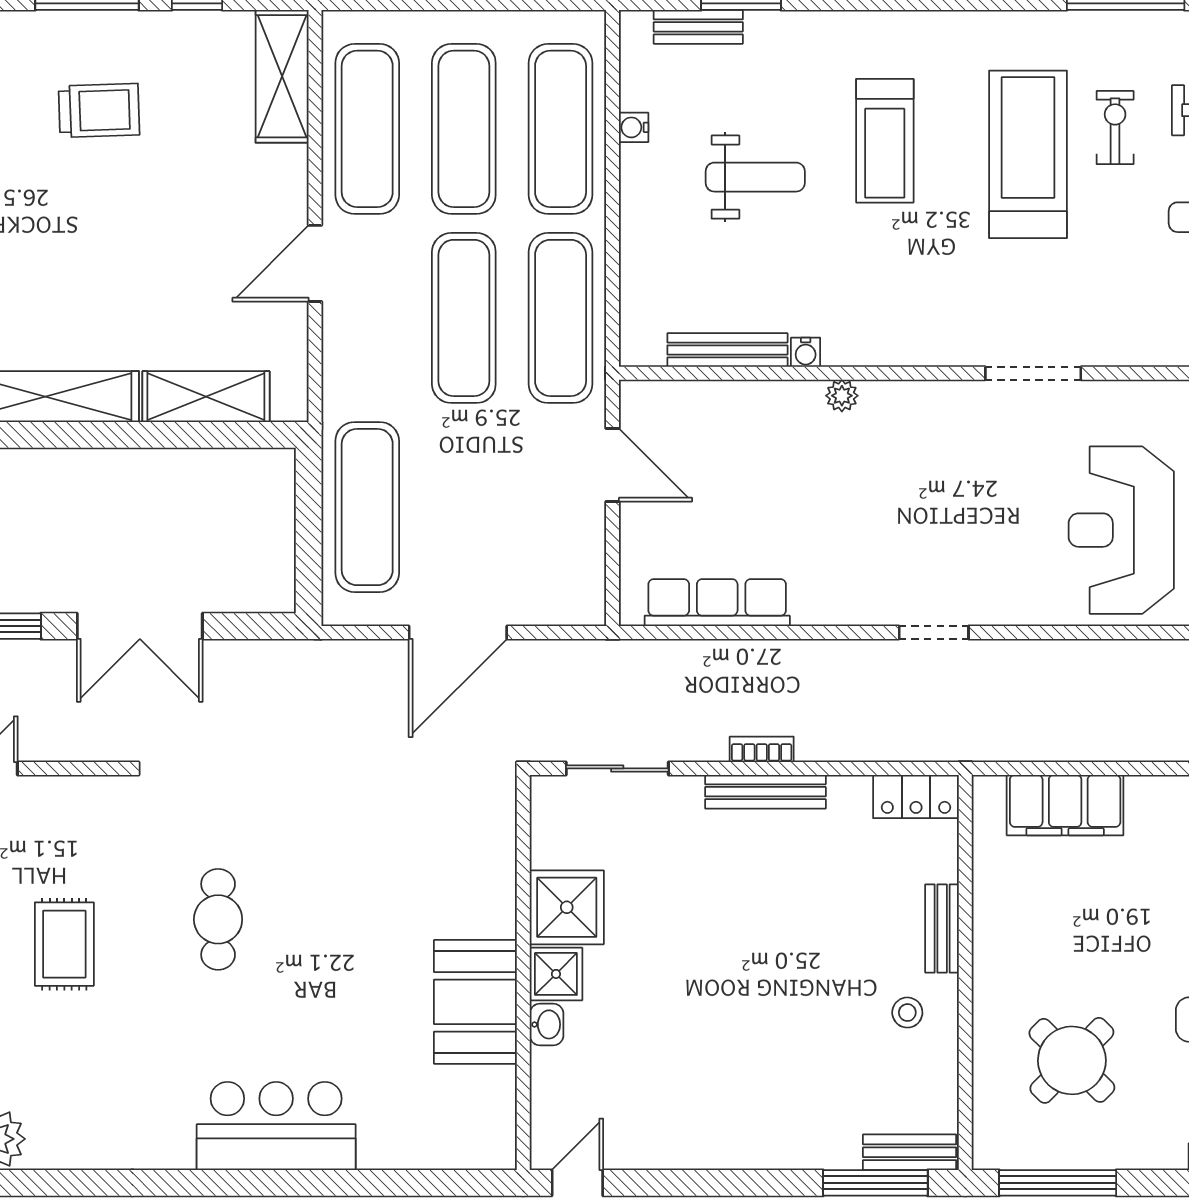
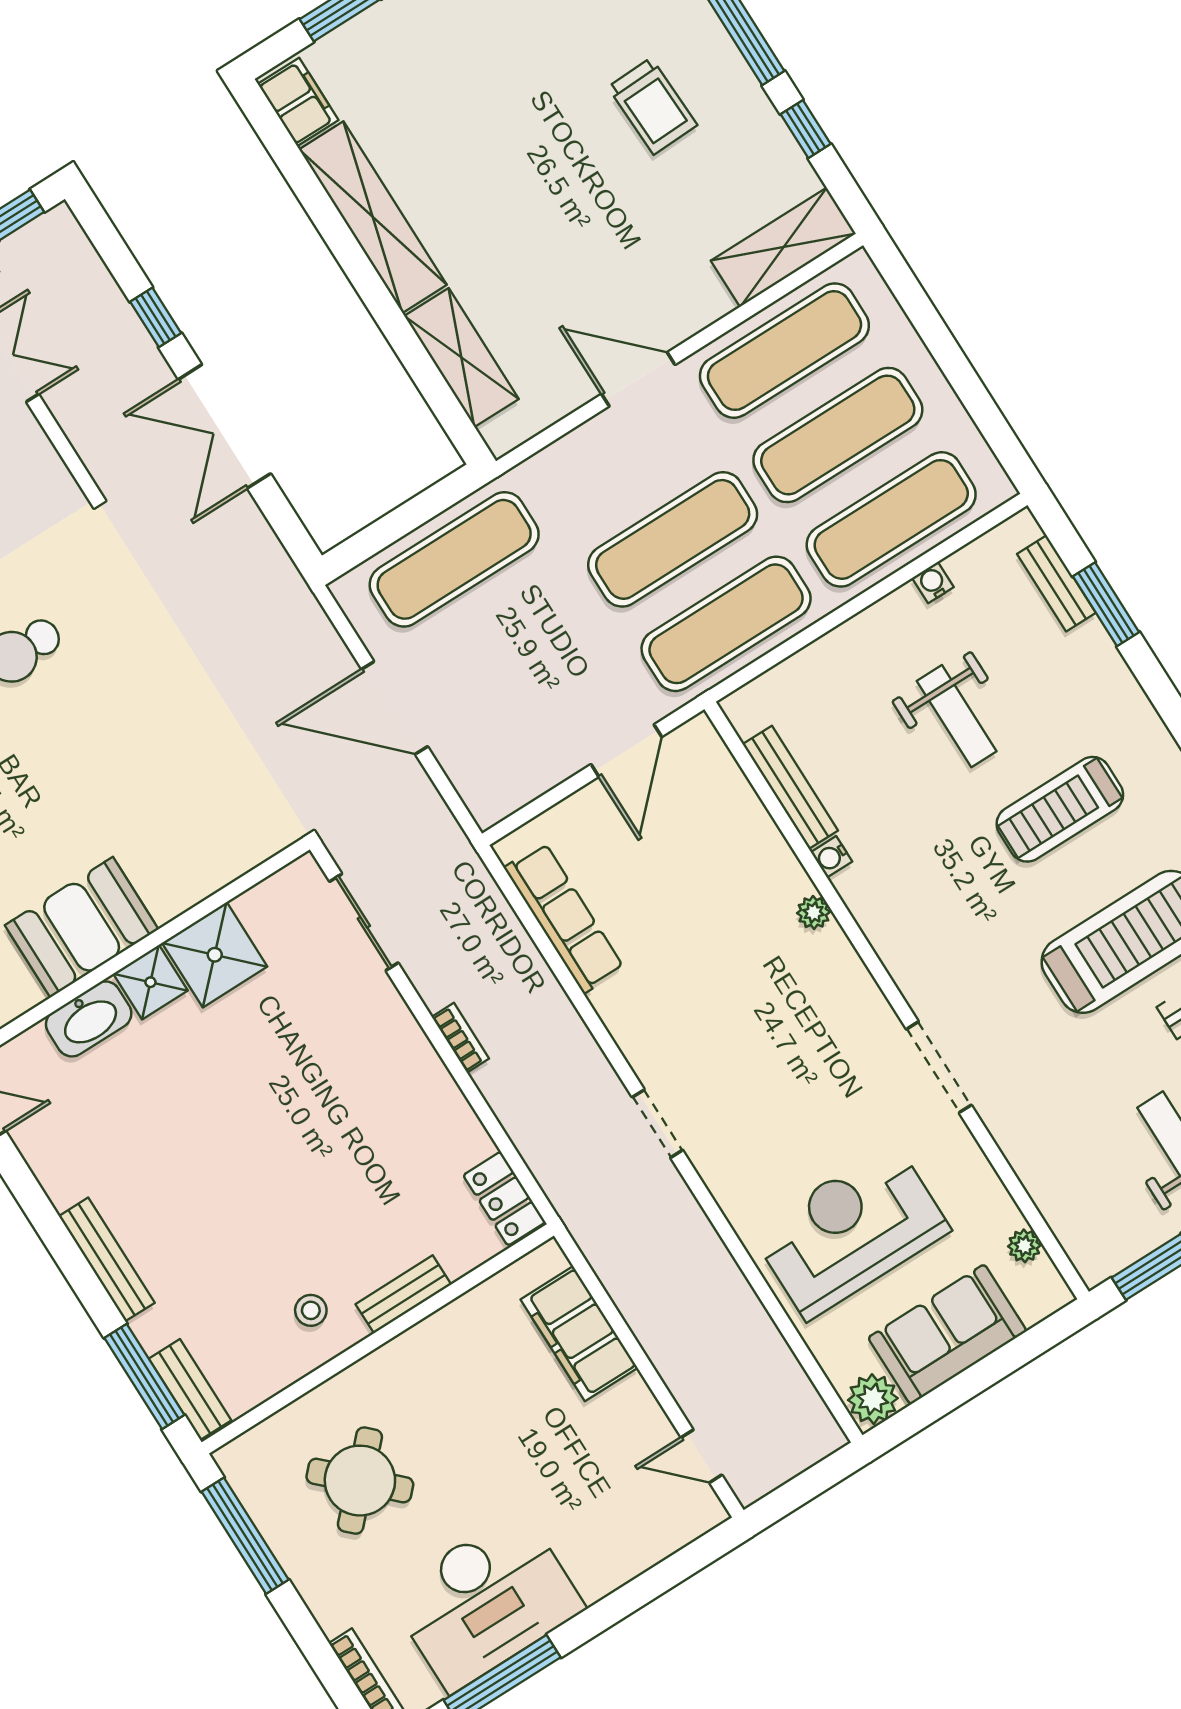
bench: (765, 792) -> (107, 1259), moved
washbasin: (547, 1024) -> (89, 1019), width x1.91, depth x1.45

